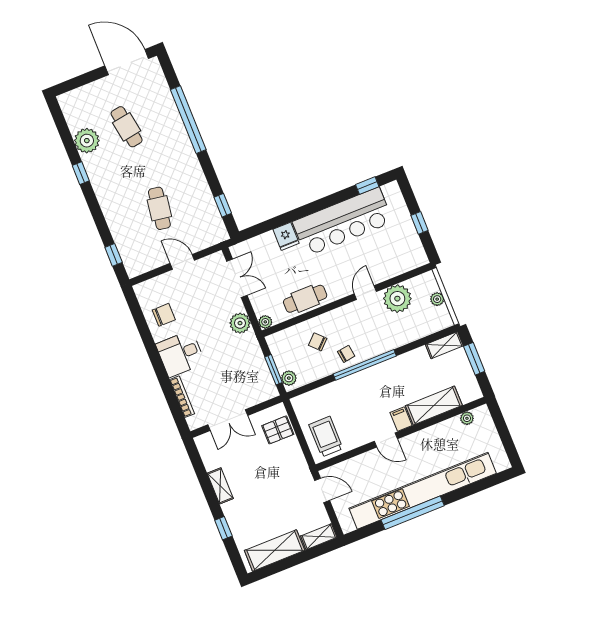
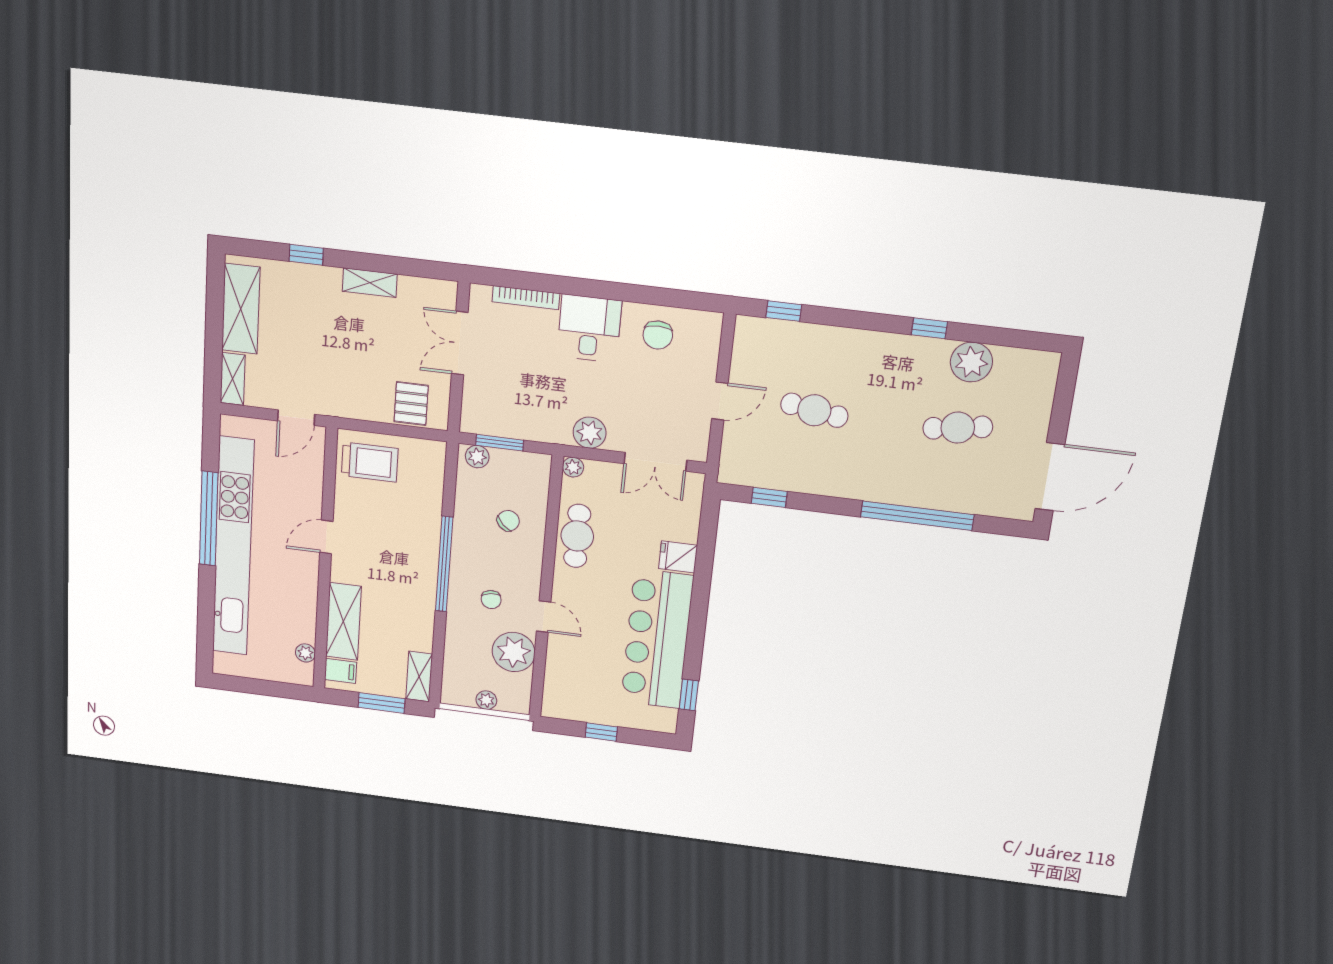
chair: (346, 354) -> (491, 600), moved
filing cabinet: (401, 419) -> (341, 671), moved

